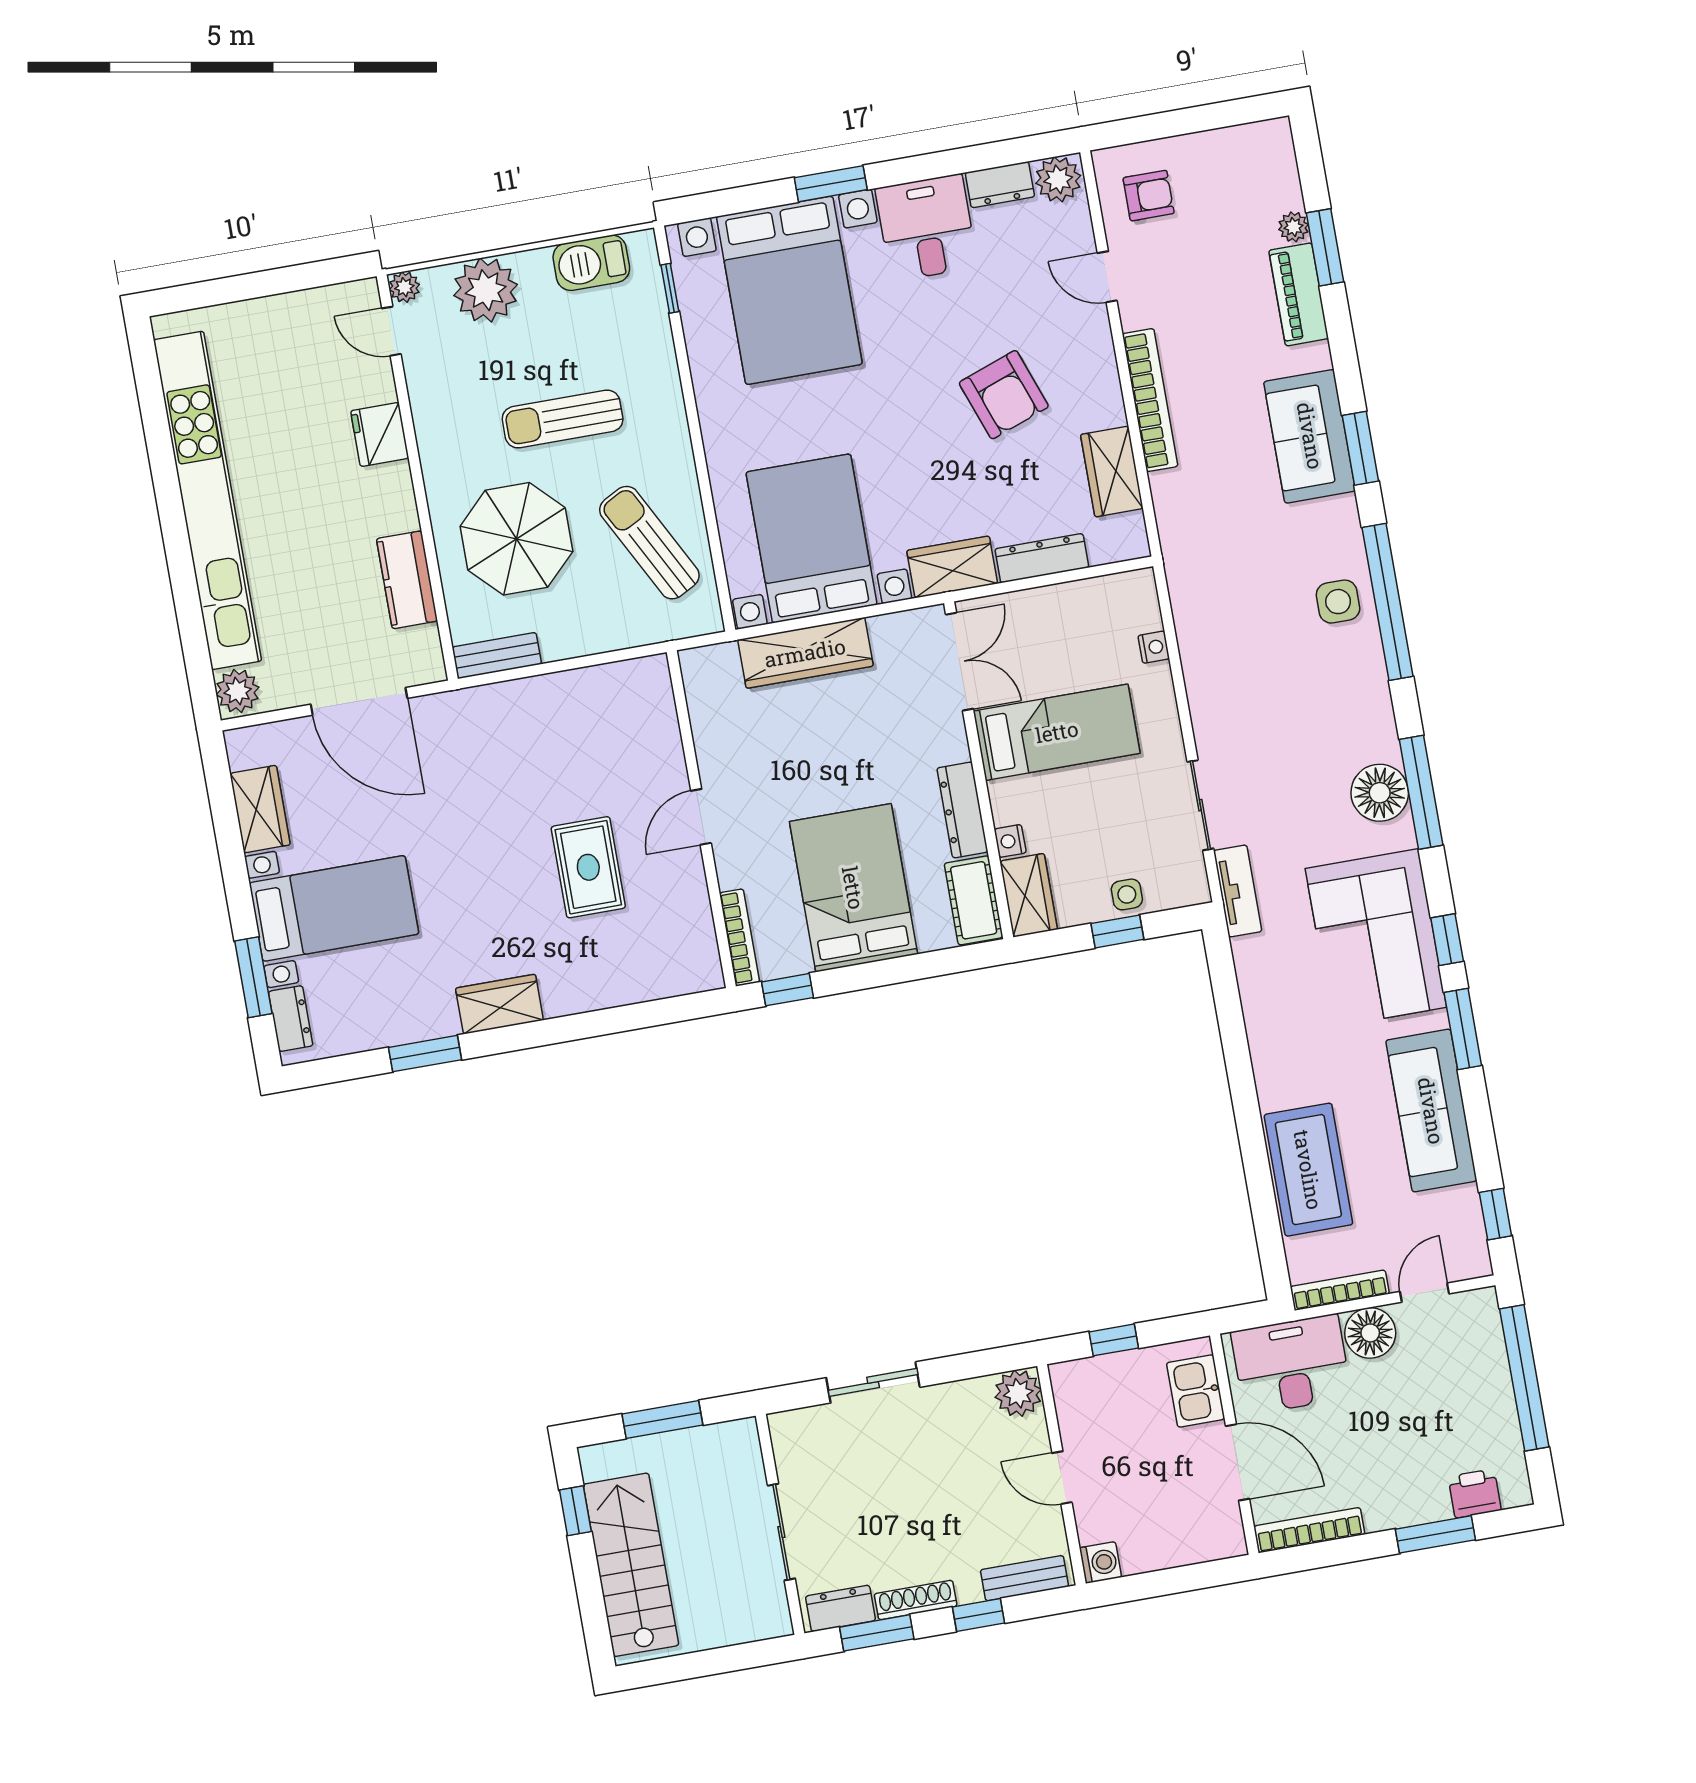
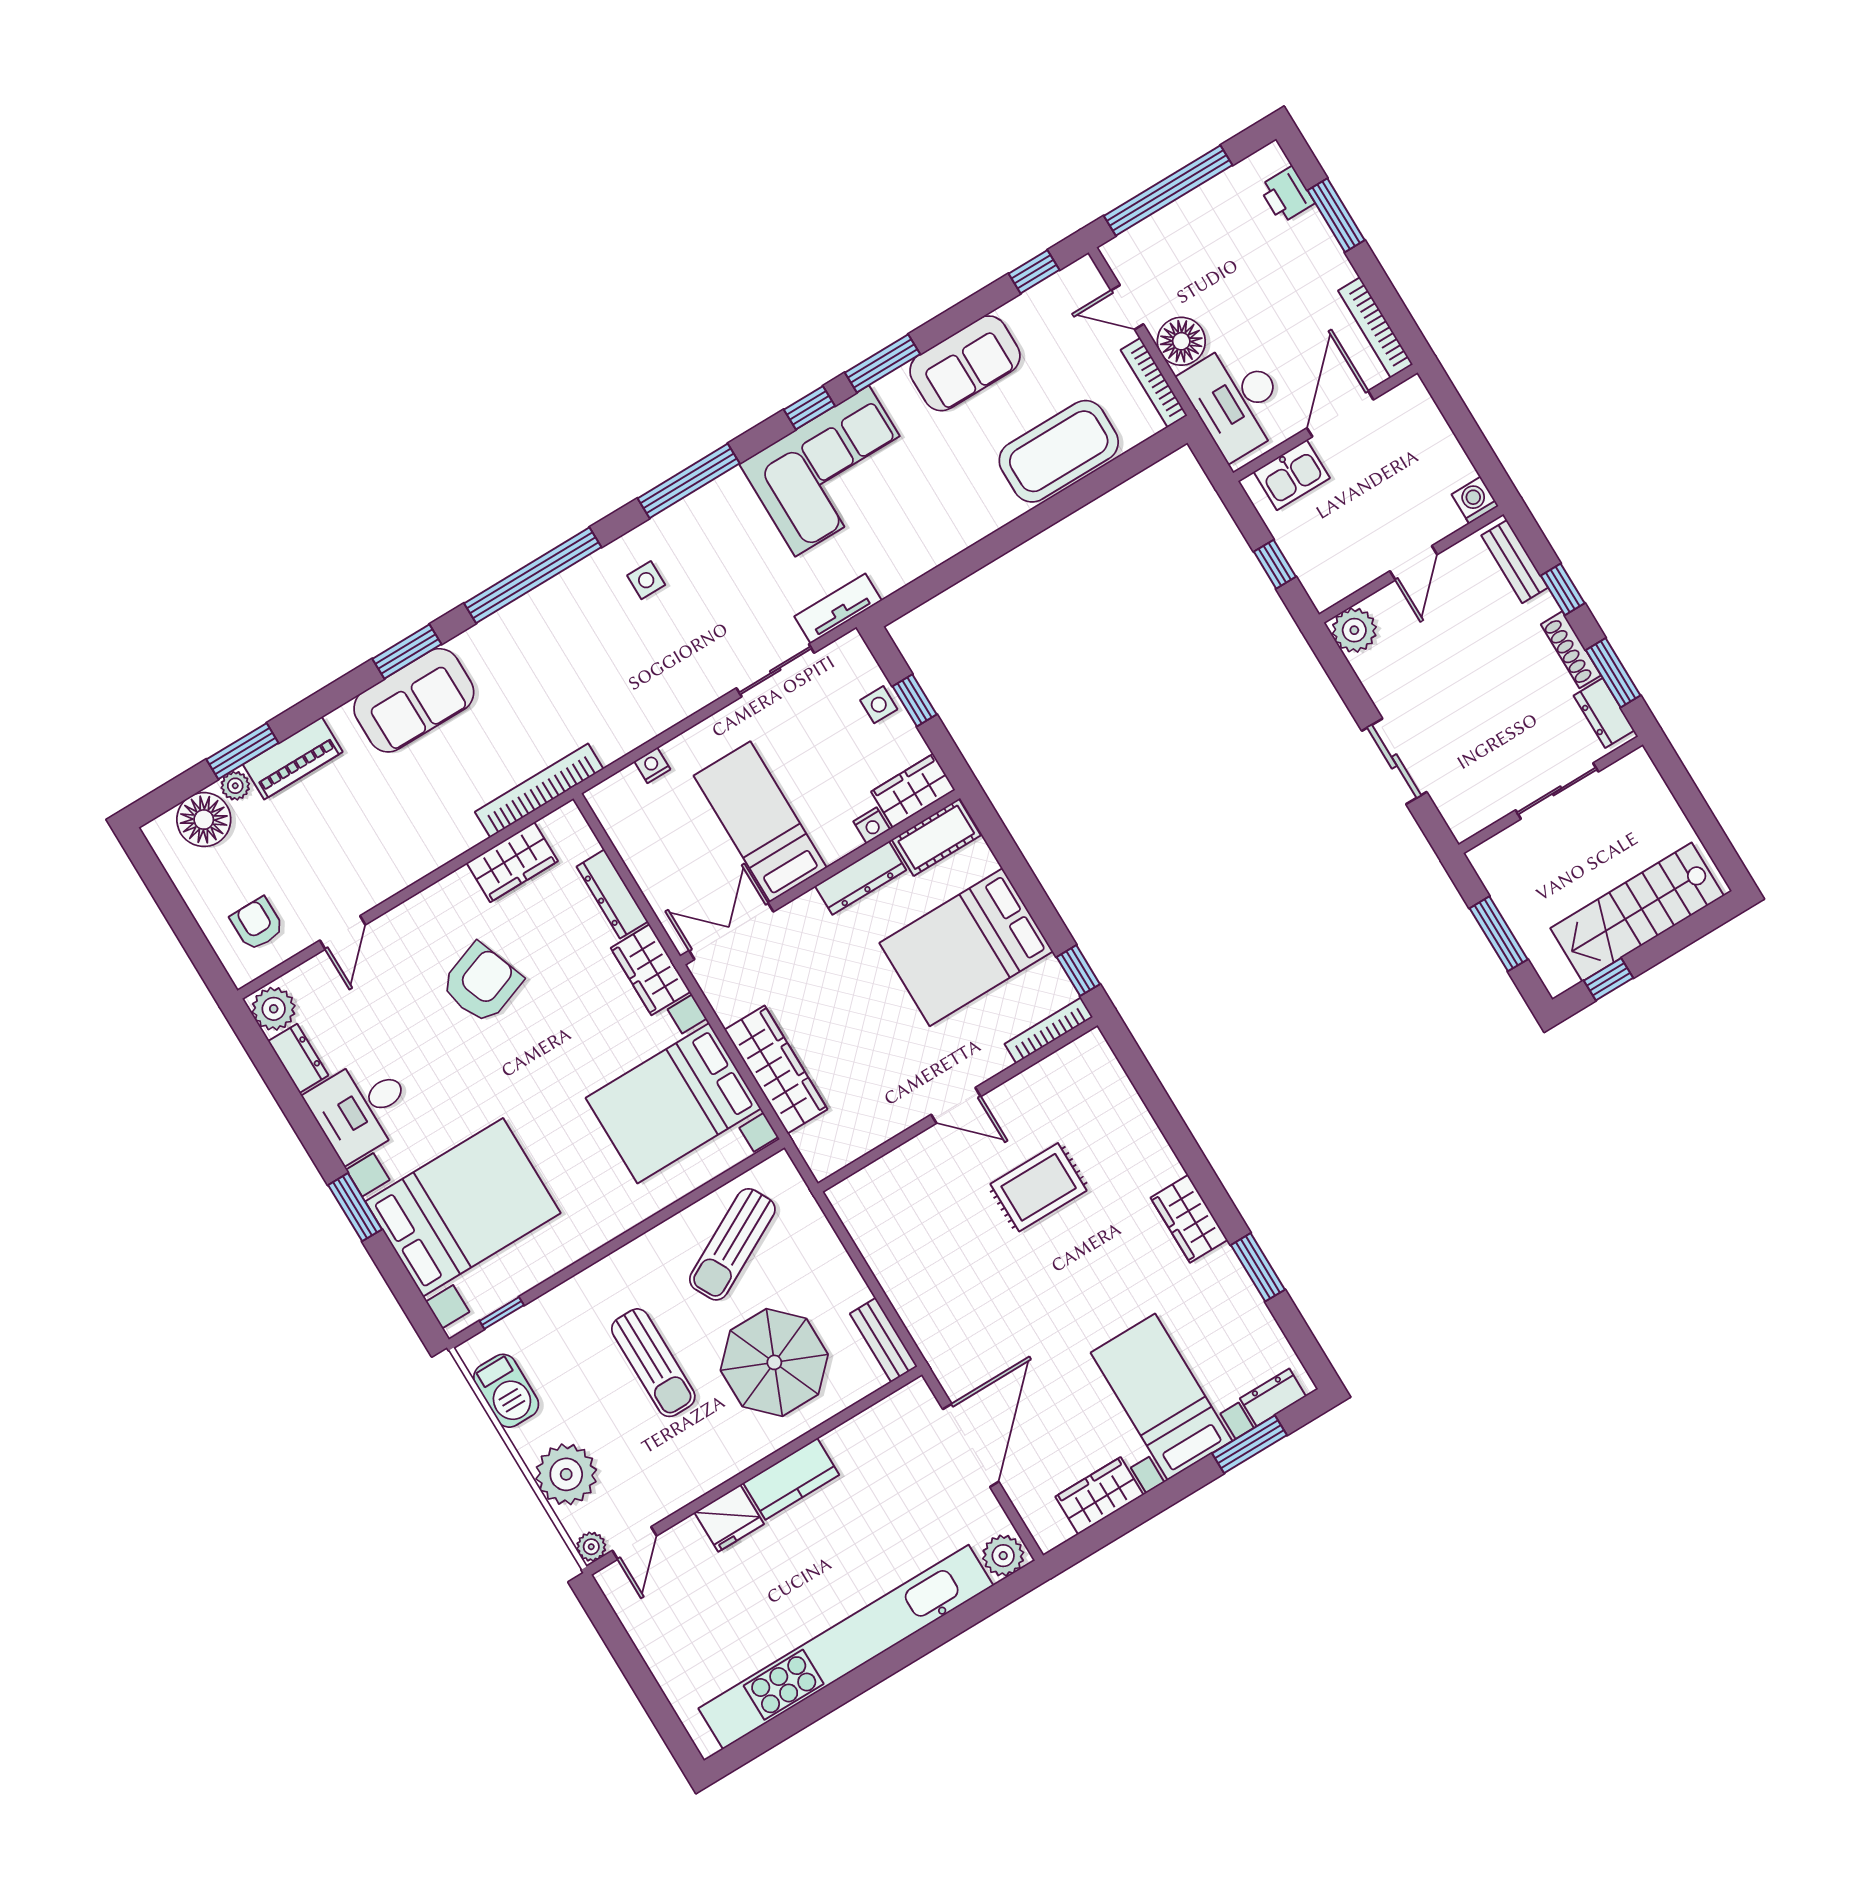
bookcase: (1150, 400) -> (539, 790), moved
kitchen counter: (407, 580) -> (791, 1479), moved
side table: (1338, 602) -> (646, 580), moved, width x0.73, depth x0.73
floor lamp: (1380, 793) -> (204, 820), moved
sofa: (1431, 1111) -> (965, 363), width x0.73

